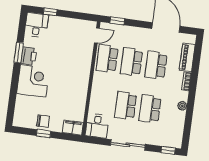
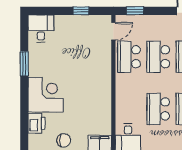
window: (50, 12) -> (81, 11), moved
printer: (29, 56) -> (37, 123), moved

